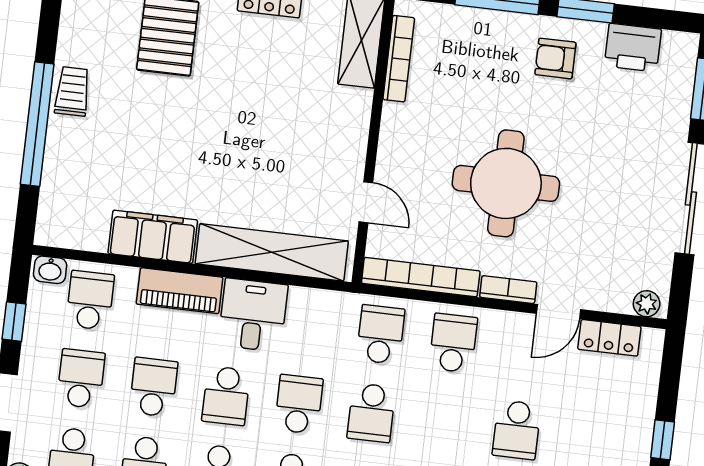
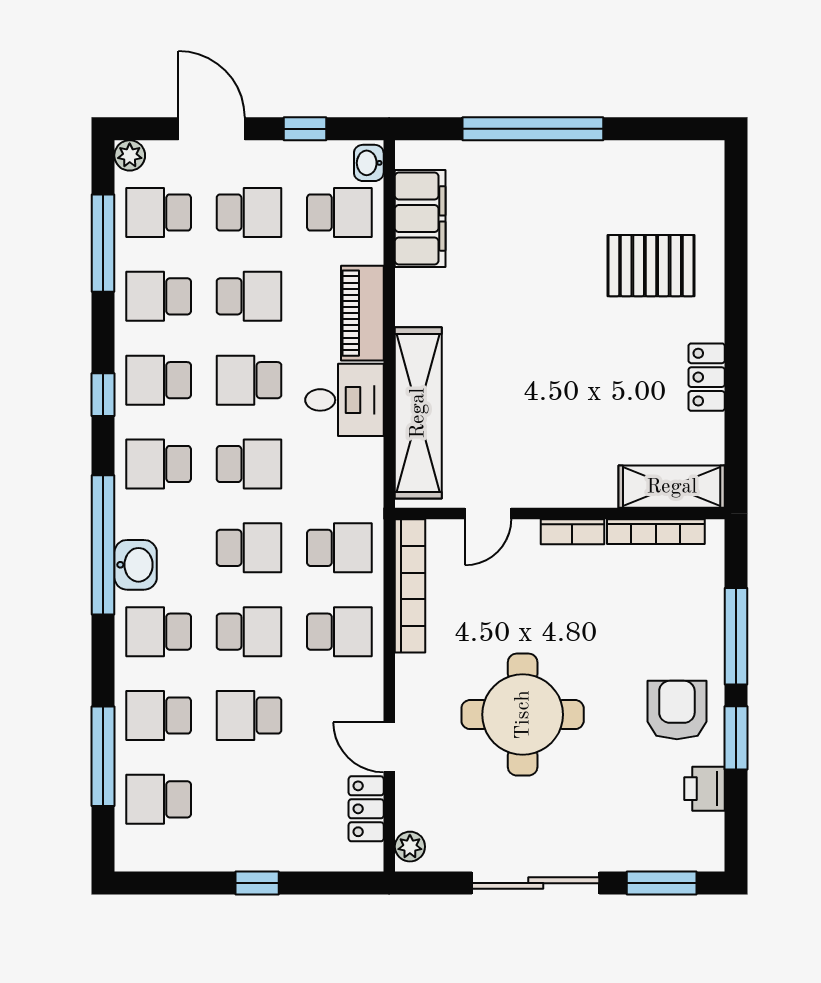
printer: (633, 48) -> (705, 789), width x0.73, depth x0.81
armchair: (555, 58) -> (677, 710), width x1.38, depth x1.38
trolley: (72, 91) -> (575, 164), removed
round table: (506, 183) -> (523, 715), moved
filing cabinet: (153, 237) -> (420, 218), moved
bookcase: (508, 290) -> (572, 532), moved, turned 90
school desk: (371, 413) -> (249, 548), turned 180
school desk: (444, 421) -> (249, 632), added

